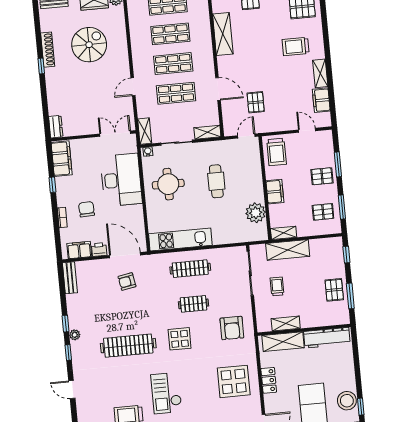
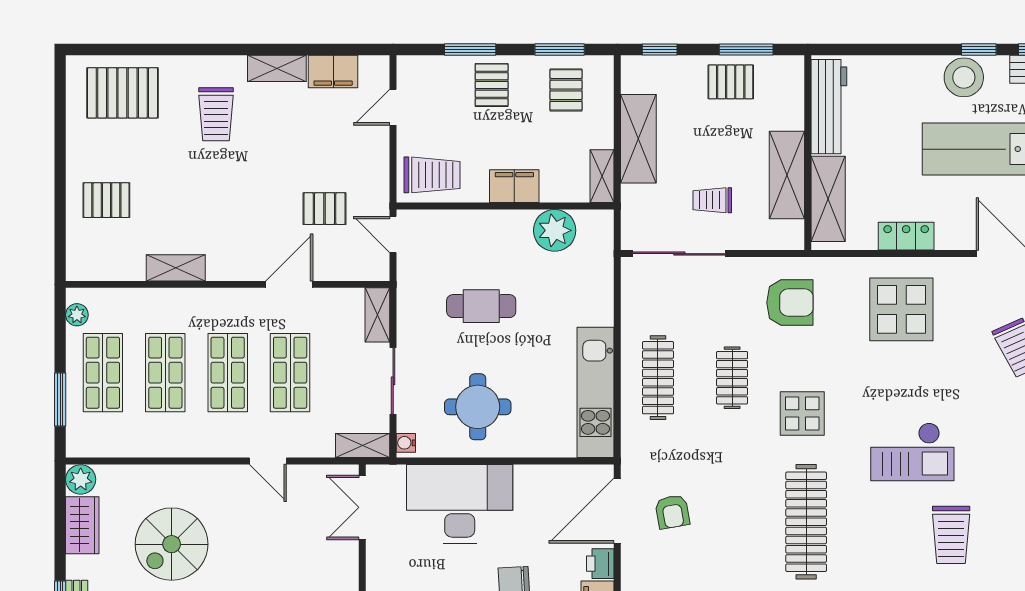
shelving: (223, 34) -> (176, 268), width x0.67, depth x0.75
spiral stairs: (89, 45) -> (172, 544), turned -90
shelving: (288, 250) -> (638, 139), moved
shelving: (286, 324) -> (787, 175), width x1.50, depth x1.33

